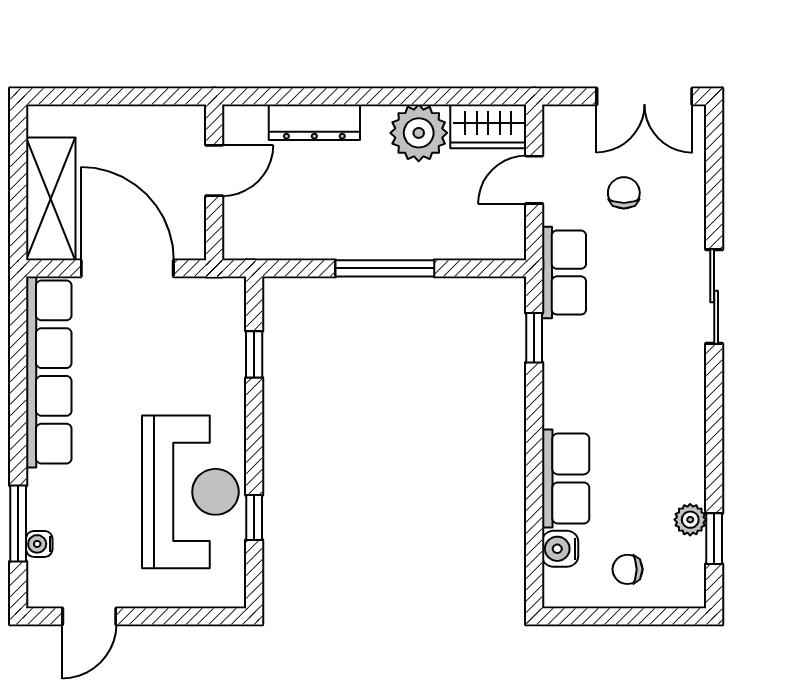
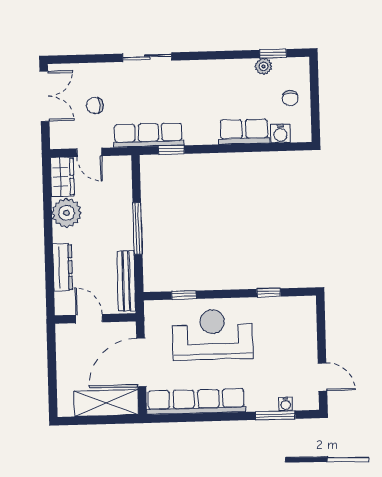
bench: (284, 244) -> (126, 281), added
row of seats: (564, 273) -> (148, 135), width x1.48
reception desk: (190, 492) -> (213, 335), moved

